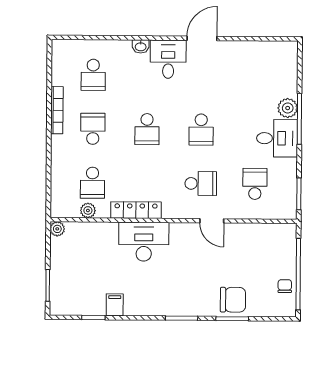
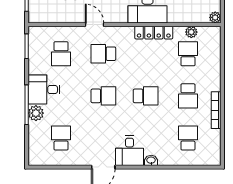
school desk: (256, 76) -> (61, 138), added
school desk: (147, 129) -> (146, 96), turned 90
school desk: (201, 130) -> (103, 96), turned 90

